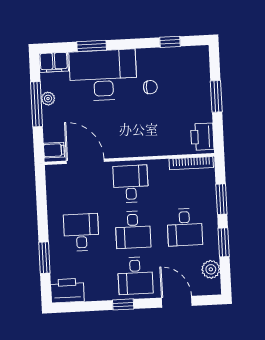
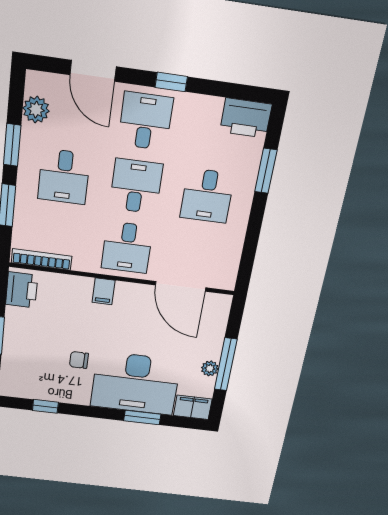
filing cabinet: (54, 150) -> (104, 291), moved, turned -90
desk: (185, 227) -> (64, 177), turned 180

